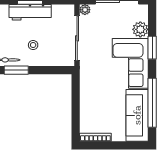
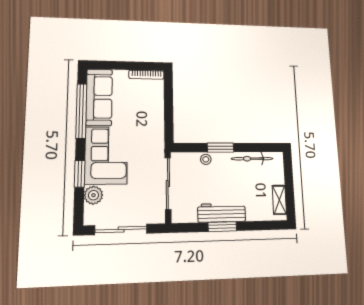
plant: (85, 10) -> (159, 217), removed
stool: (33, 45) -> (206, 159), moved
window: (16, 70) -> (220, 148), moved

